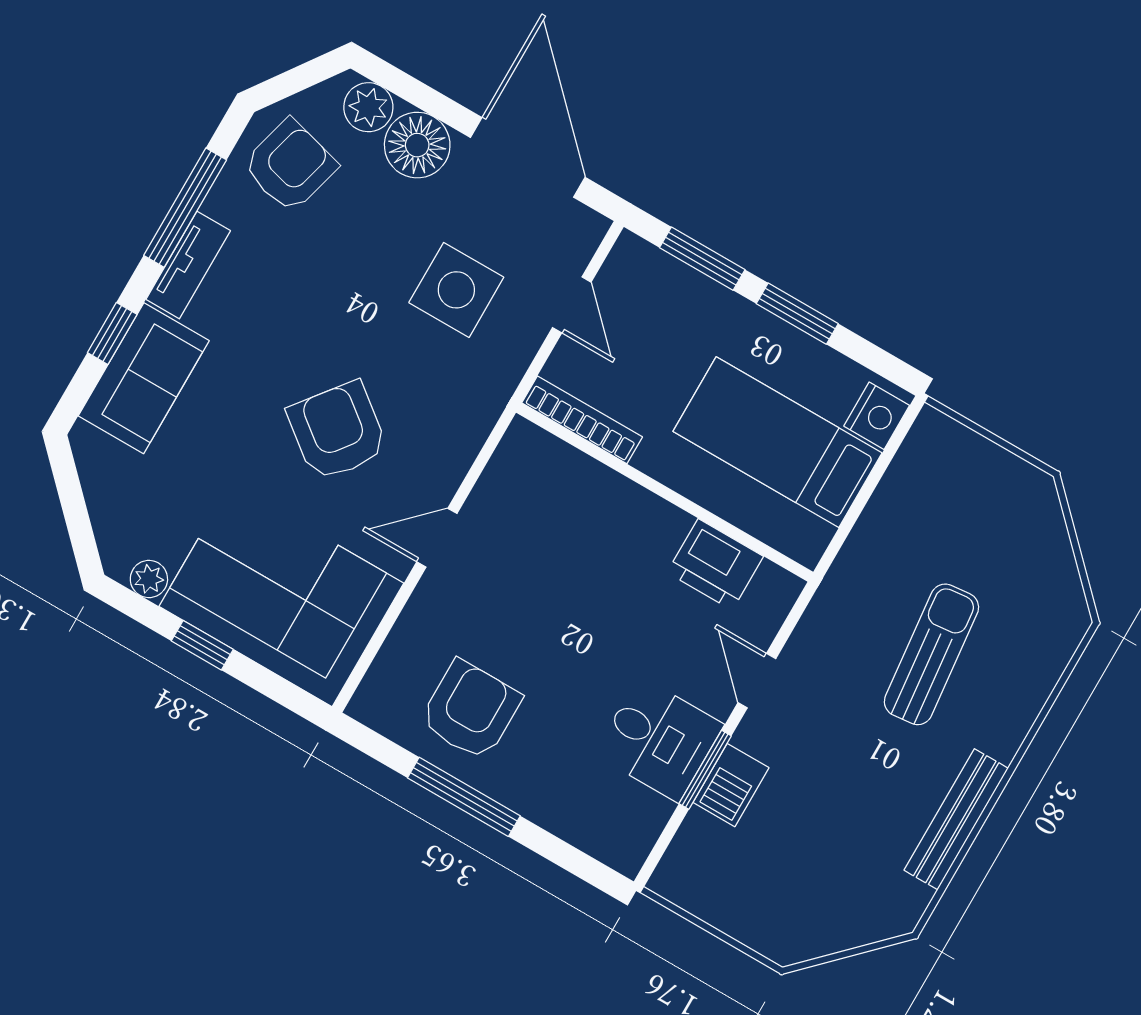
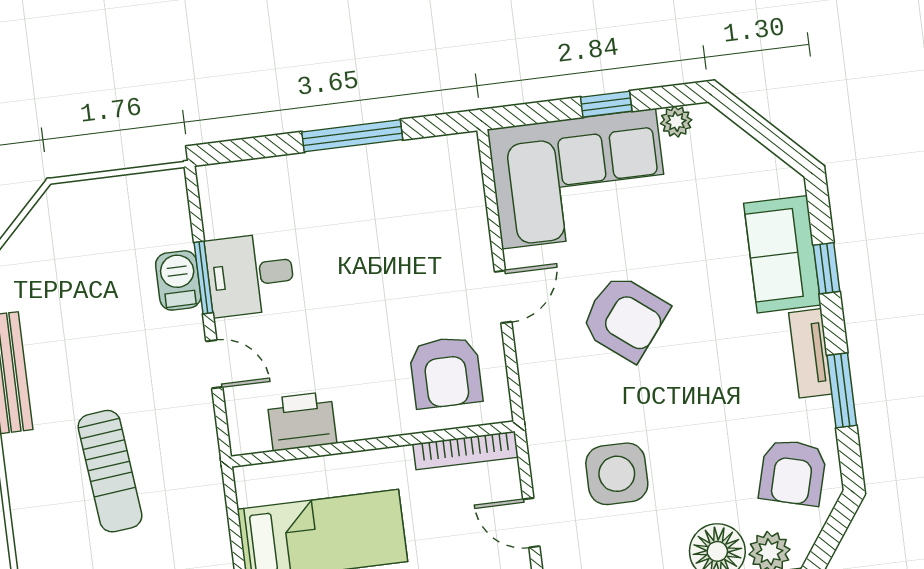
window: (185, 208) -> (842, 390), width x0.69
armchair: (471, 710) -> (446, 372), moved

